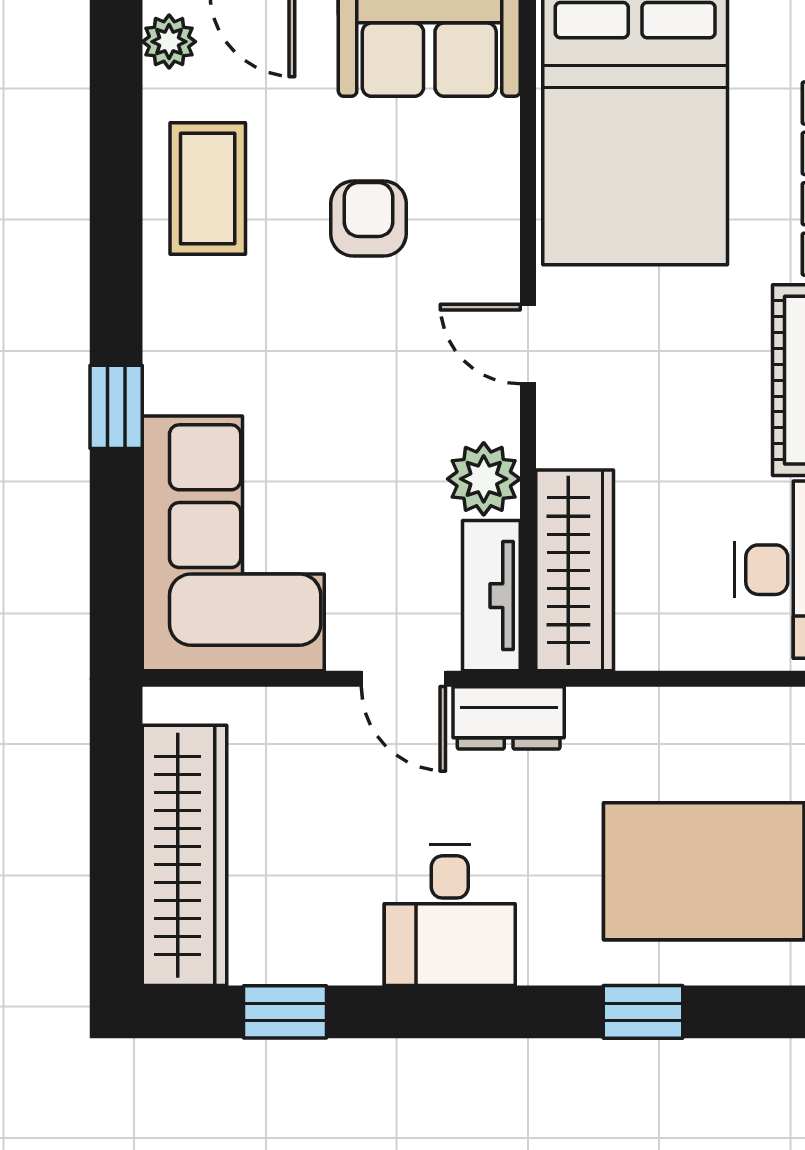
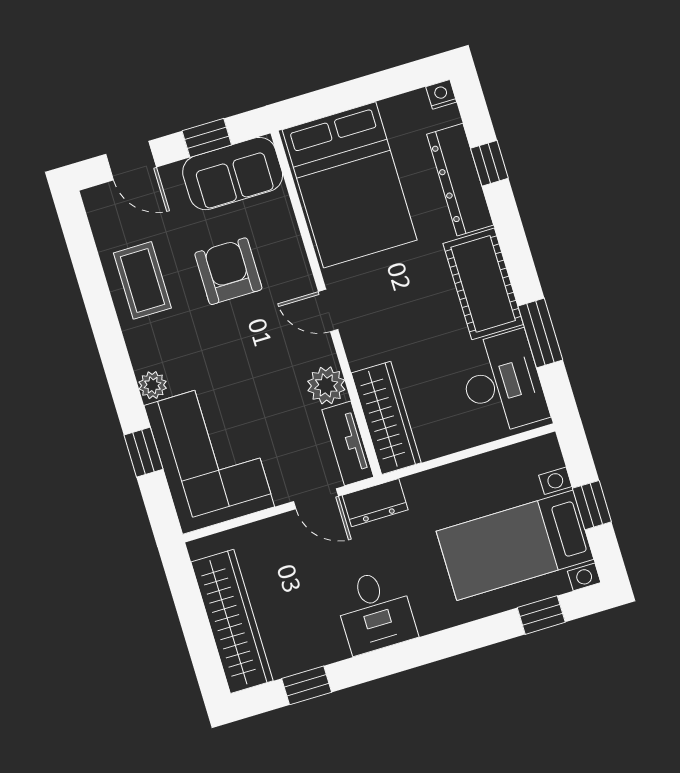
plant: (169, 42) -> (153, 385), moved
armchair: (368, 219) -> (228, 271), width x1.38, depth x1.38
window: (116, 407) -> (143, 452), moved
window: (643, 1012) -> (541, 615), moved

